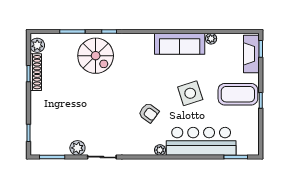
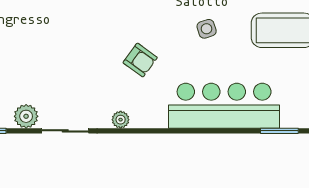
side table: (190, 93) -> (207, 29), width x0.54, depth x0.54
plant: (160, 150) -> (121, 120), moved

